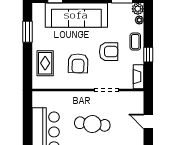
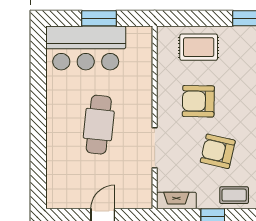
armchair: (109, 52) -> (218, 151), turned 103
window: (27, 124) -> (99, 18), added

